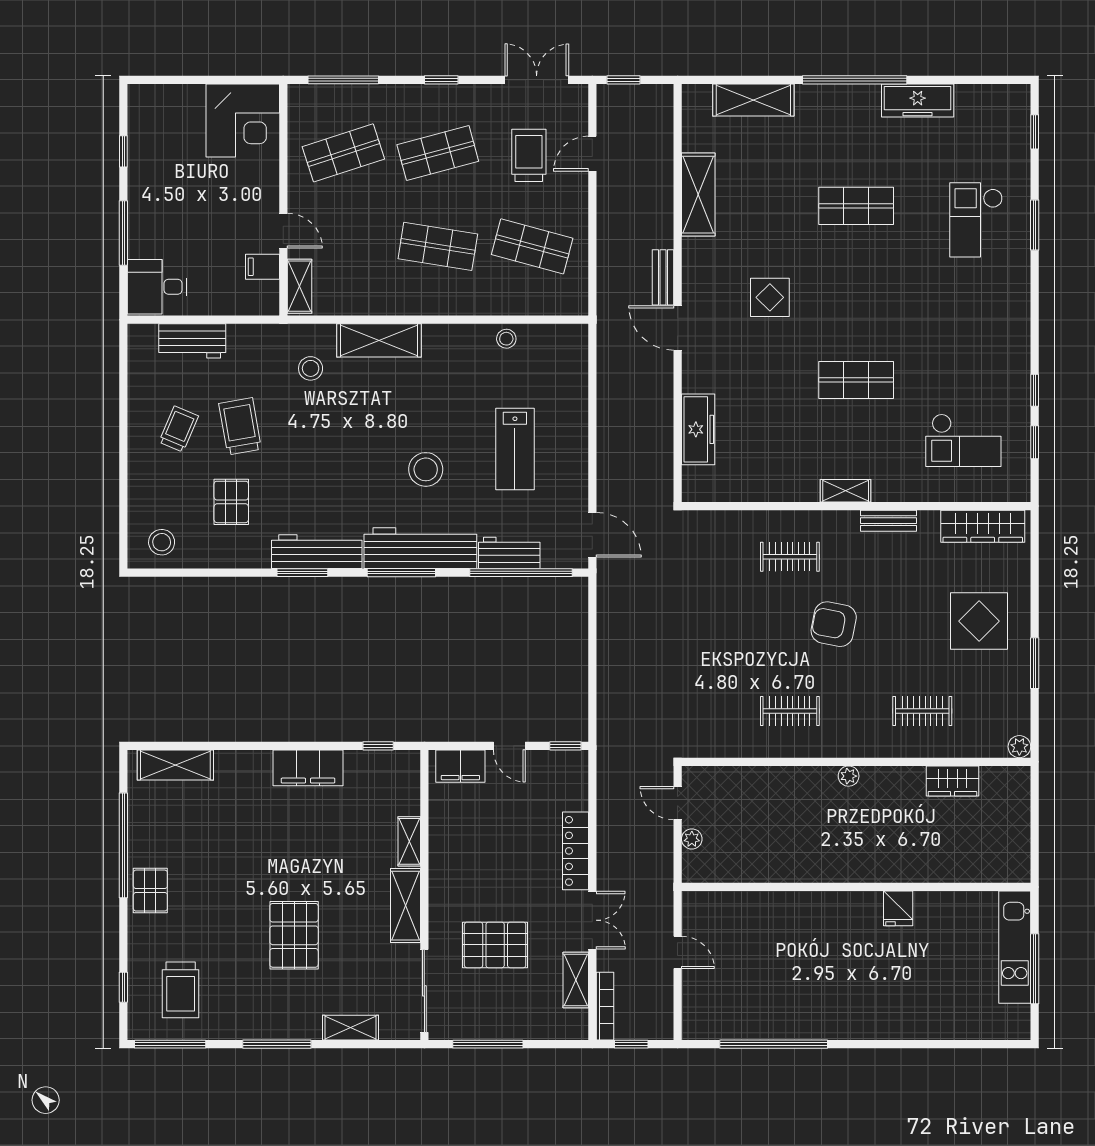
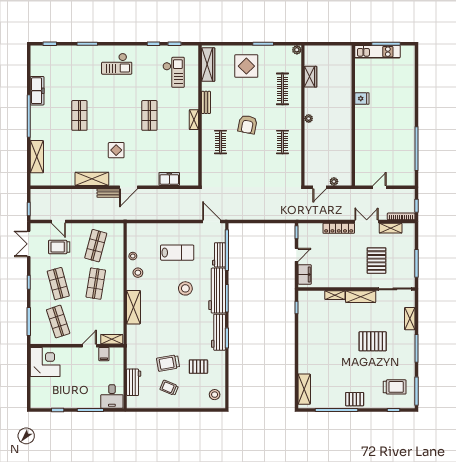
shelving: (698, 195) -> (92, 179), moved
checkout: (976, 220) -> (117, 64), moved
stool: (311, 368) -> (138, 273), moved
freezer: (698, 429) -> (169, 179), width x0.71
door: (592, 535) -> (212, 221), hinge flipped
clothes rail: (922, 711) -> (282, 89), width x1.36
filing cabinet: (308, 768) -> (305, 336), removed

